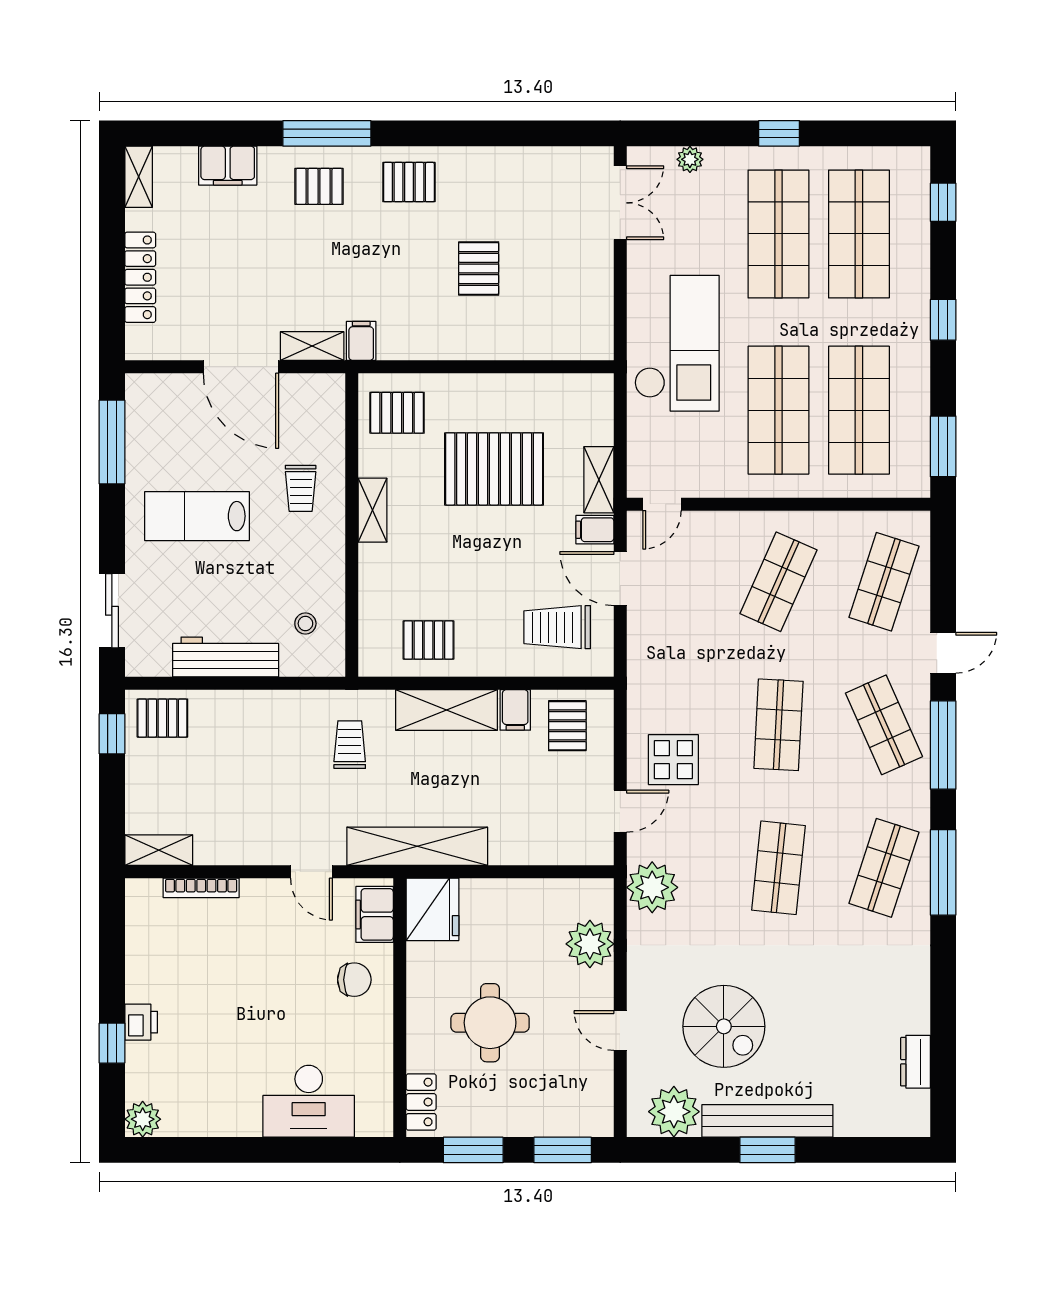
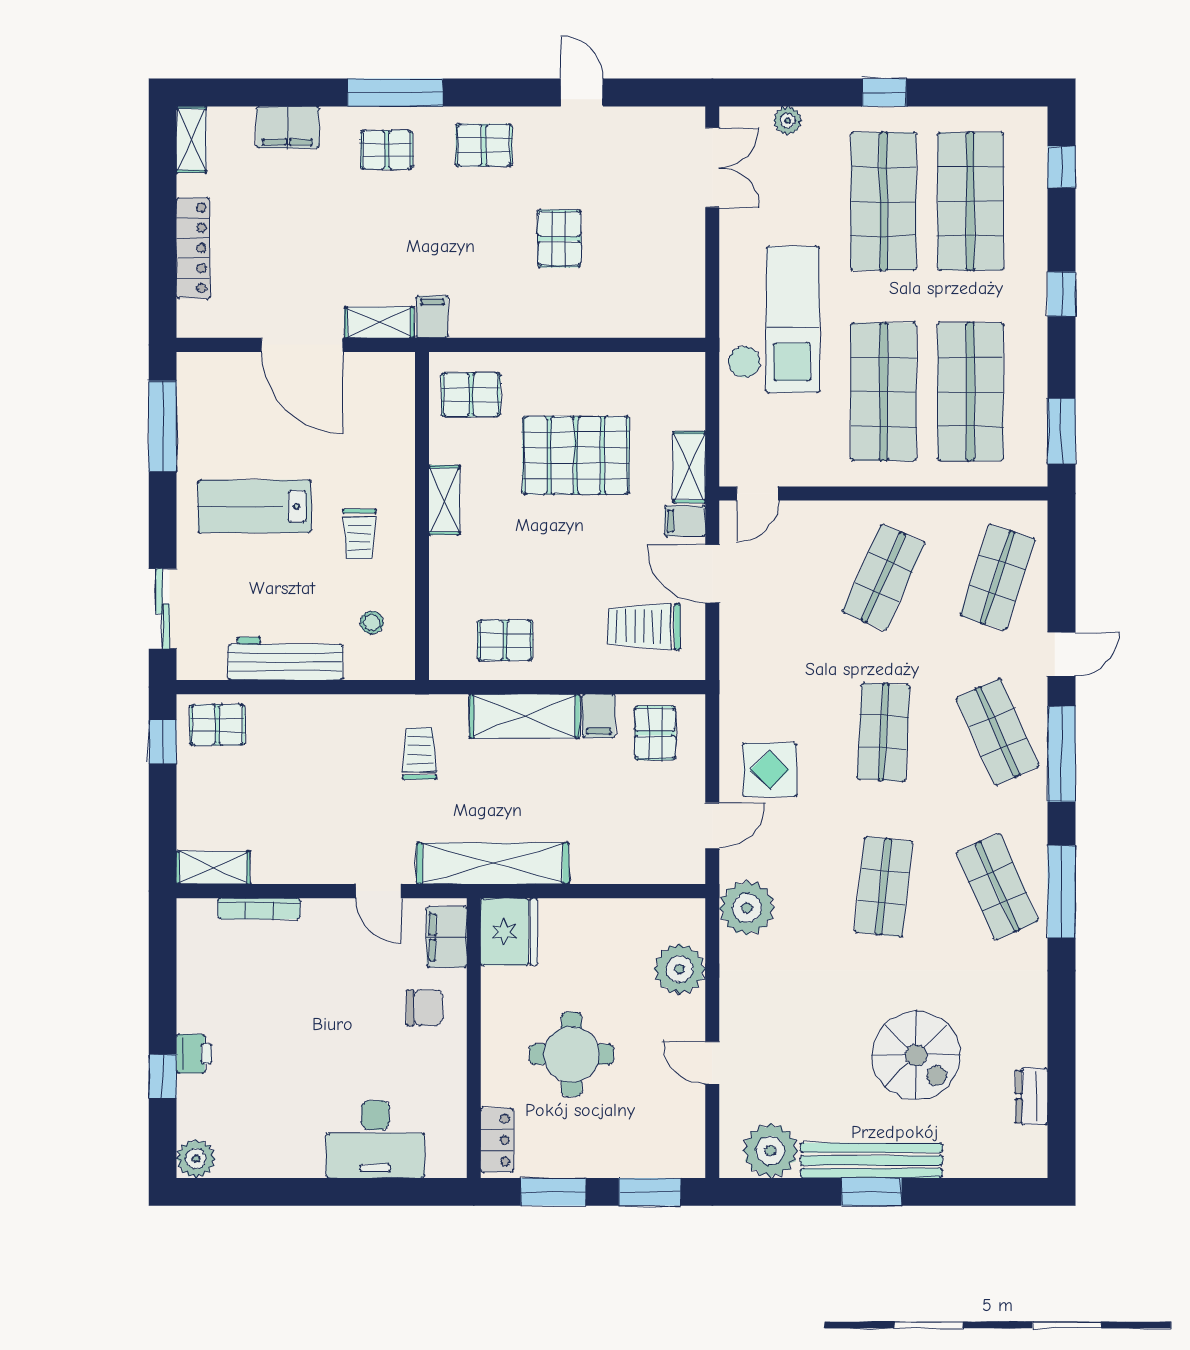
door: (500, 133) -> (582, 92), added
trolley: (301, 488) -> (359, 534), moved
shop shelf: (884, 868) -> (998, 887), turned -42
spiral stairs: (724, 1026) -> (916, 1055), moved

